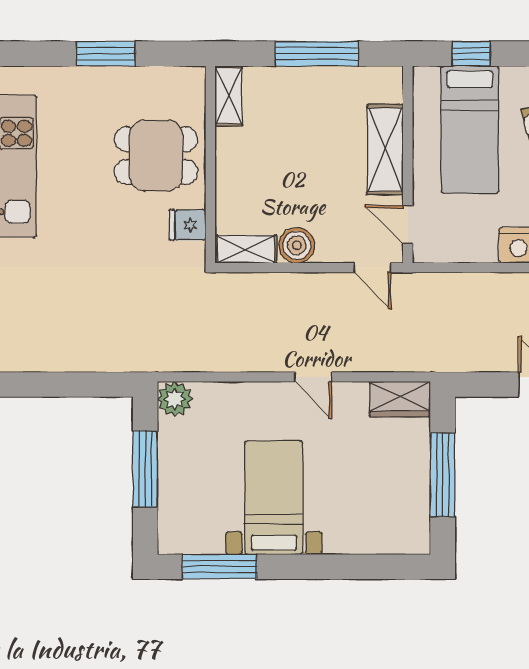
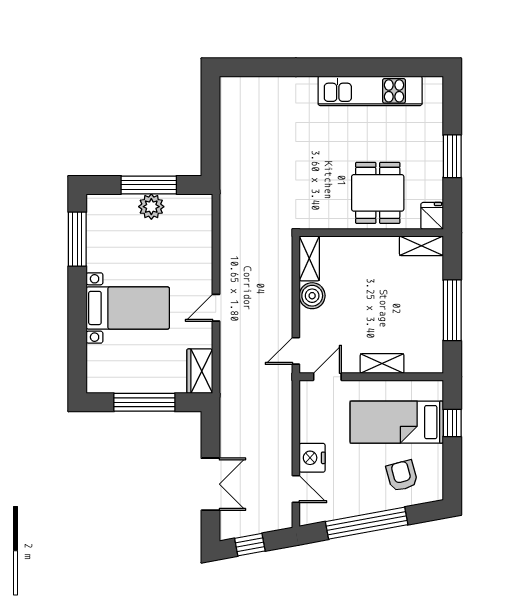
shelving: (385, 150) -> (382, 364), width x0.67, depth x0.75
fridge: (188, 225) -> (432, 216), moved
plant: (175, 399) -> (151, 207), moved
bed with nightstands: (274, 498) -> (128, 308), moved

